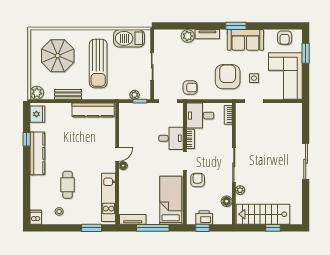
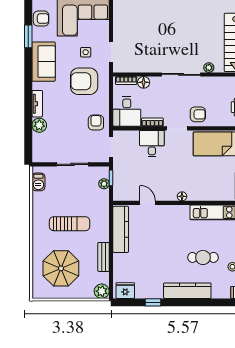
window: (236, 26) -> (28, 36), moved
barbecue: (129, 38) -> (38, 182), width x0.53, depth x0.65
sun lounger: (98, 64) -> (70, 224), width x0.73, depth x0.75
kitchen counter: (37, 153) -> (187, 291), moved
door: (117, 154) -> (148, 203), moved
armchair: (198, 180) -> (198, 114), turned 180
floor lamp: (227, 201) -> (144, 82), moved

